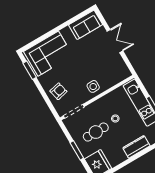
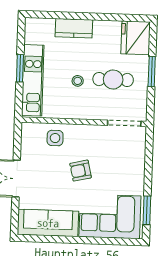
sofa: (86, 25) -> (48, 223), width x1.36
side table: (93, 86) -> (55, 138), moved
armchair: (58, 91) -> (81, 171), moved

